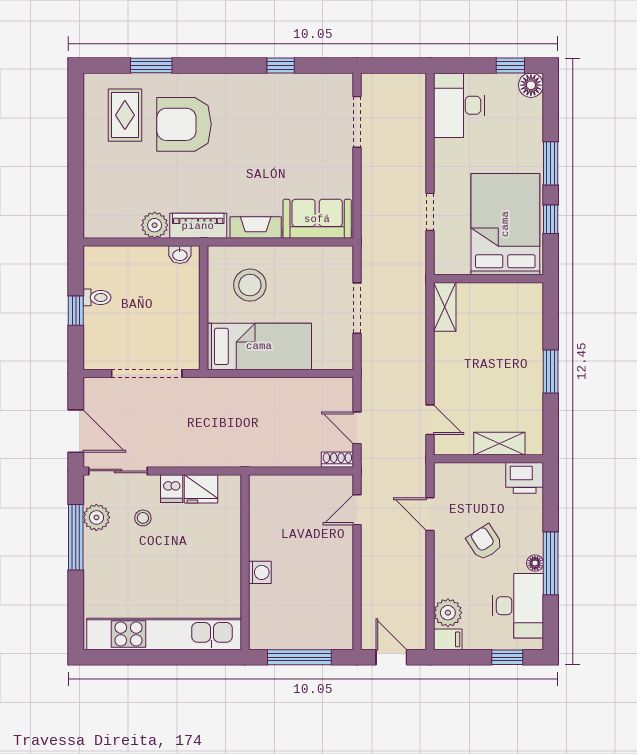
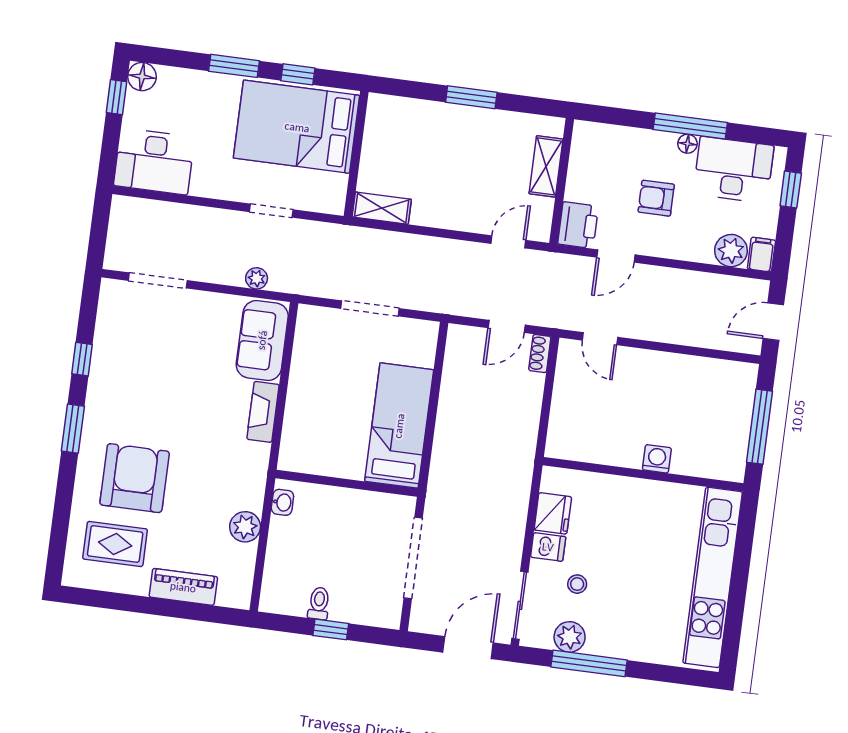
window: (151, 66) -> (73, 429), moved
armchair: (184, 124) -> (135, 478), turned 180
plant: (370, 207) -> (257, 278), added
piano: (198, 226) -> (183, 587), moved, turned 90
stool: (250, 285) -> (328, 427), removed
printer: (525, 478) -> (578, 225), moved
armchair: (485, 542) -> (656, 198), turned 33

